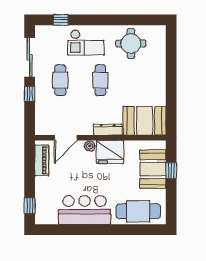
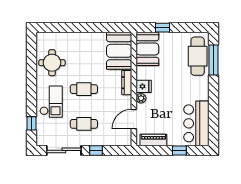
door: (66, 138) -> (134, 119), swing flipped
fridge: (110, 152) -> (144, 86), width x0.53, depth x0.75
booth: (153, 169) -> (147, 49), moved, turned 90
window: (30, 206) -> (179, 150), moved
bar counter: (85, 210) -> (196, 123), moved
window: (134, 230) -> (213, 60), added

